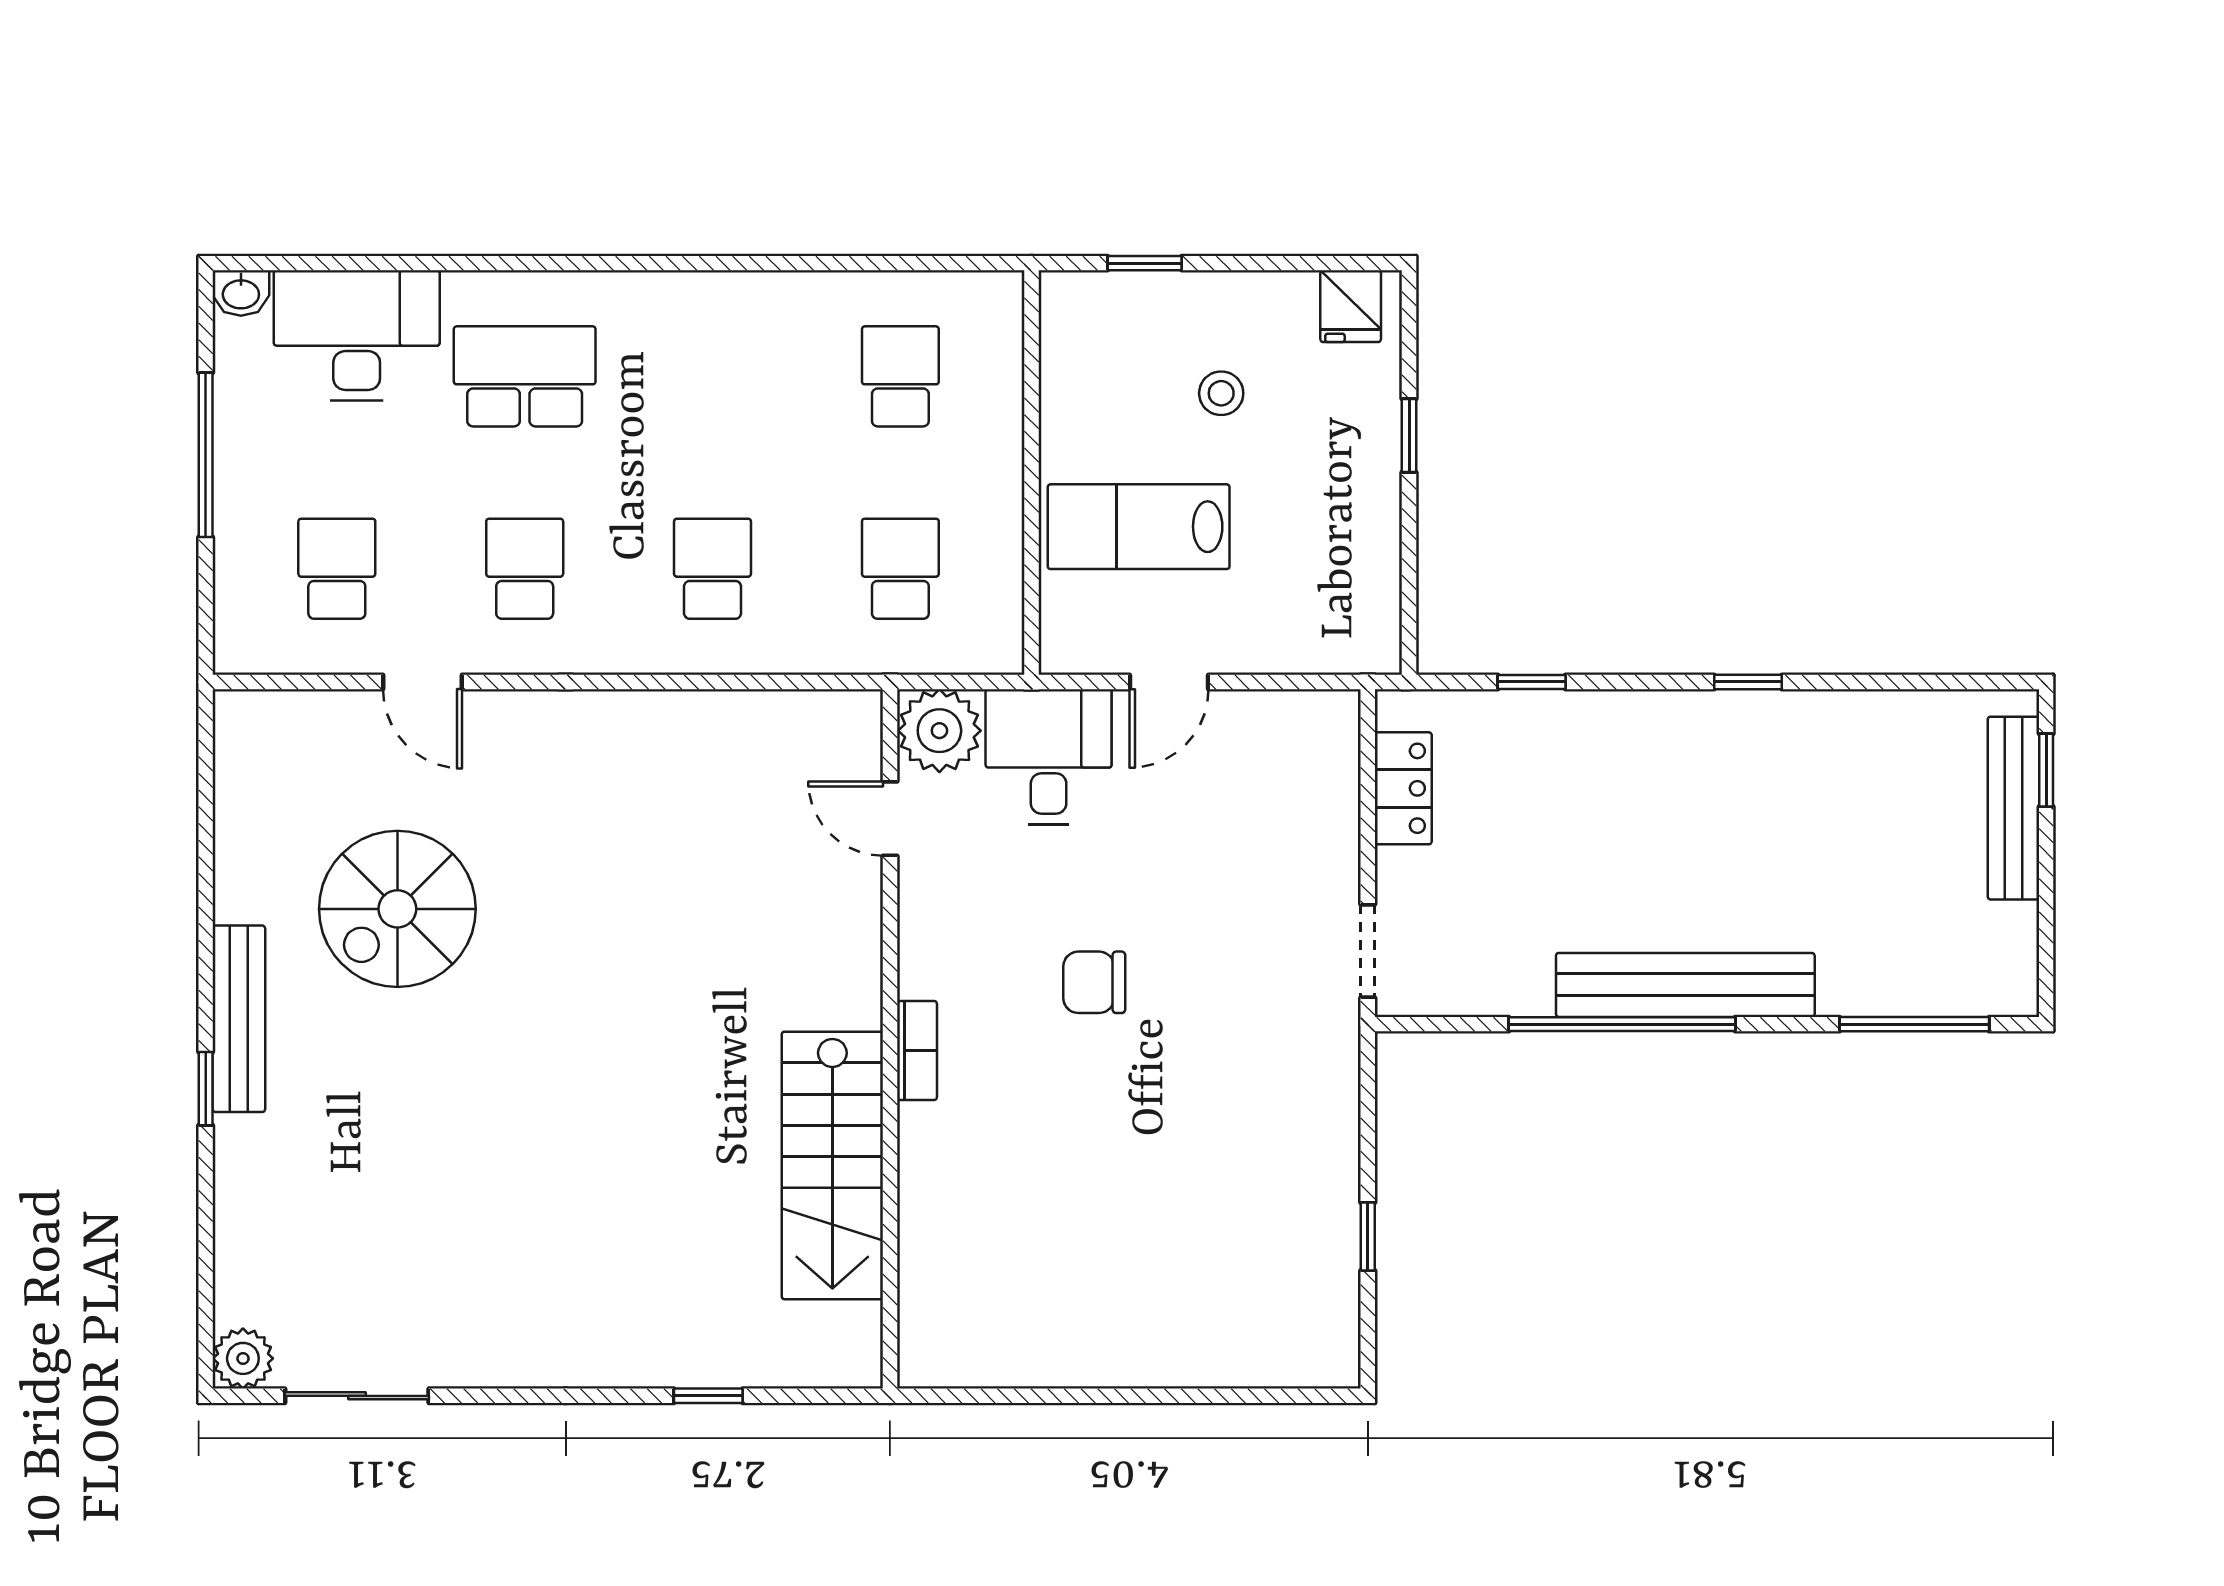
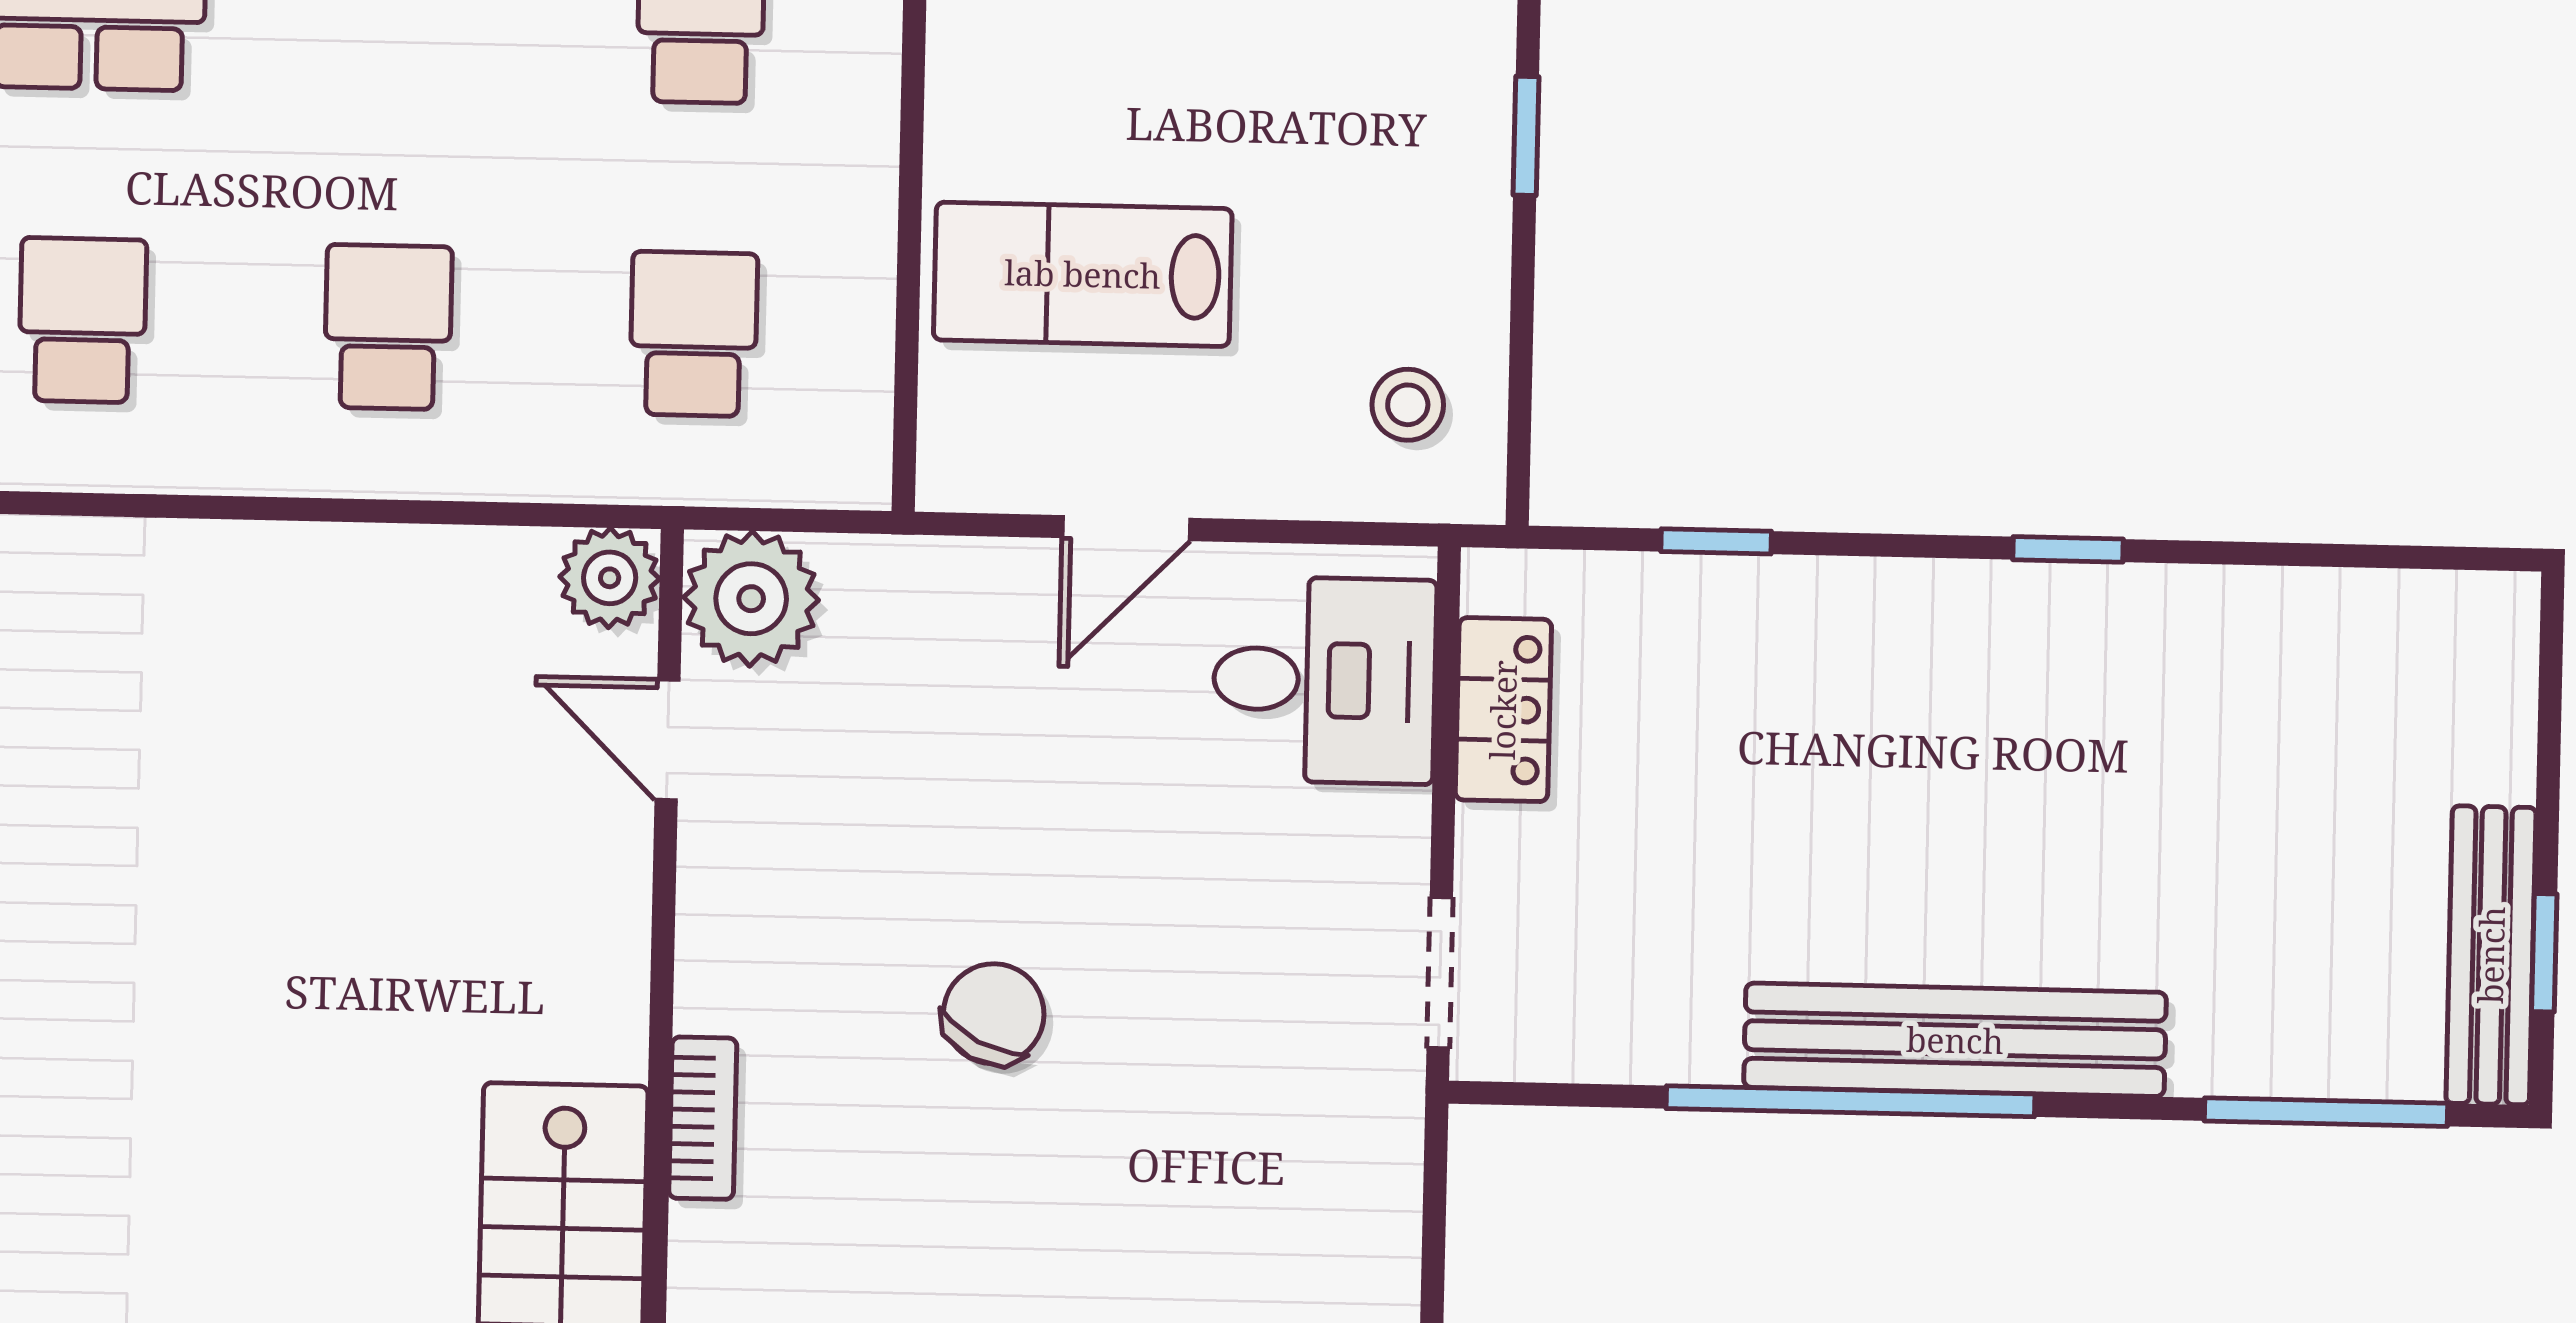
stool: (1221, 393) -> (1408, 405), moved
plant: (852, 720) -> (610, 578), added
desk: (1049, 757) -> (1325, 680), moved, turned 90
window: (2046, 770) -> (2544, 953), moved
bench: (2013, 808) -> (2491, 955), moved
chair: (1094, 982) -> (994, 1014), turned 117

